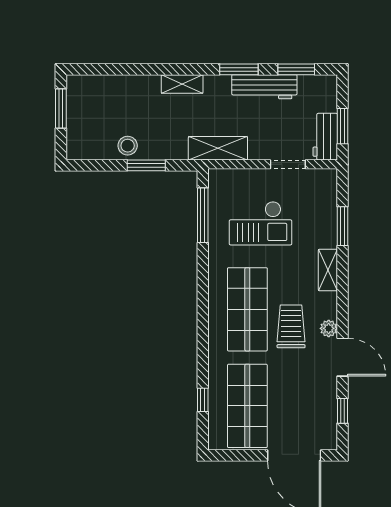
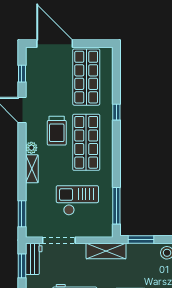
doorway: (288, 164) -> (59, 240), width x1.38
window: (146, 165) -> (141, 239), moved
window: (343, 226) -> (22, 214), moved
plant: (329, 328) -> (31, 148), moved
window: (203, 400) -> (116, 112), moved

